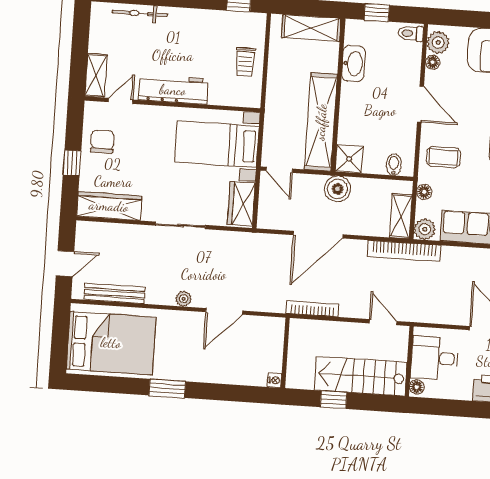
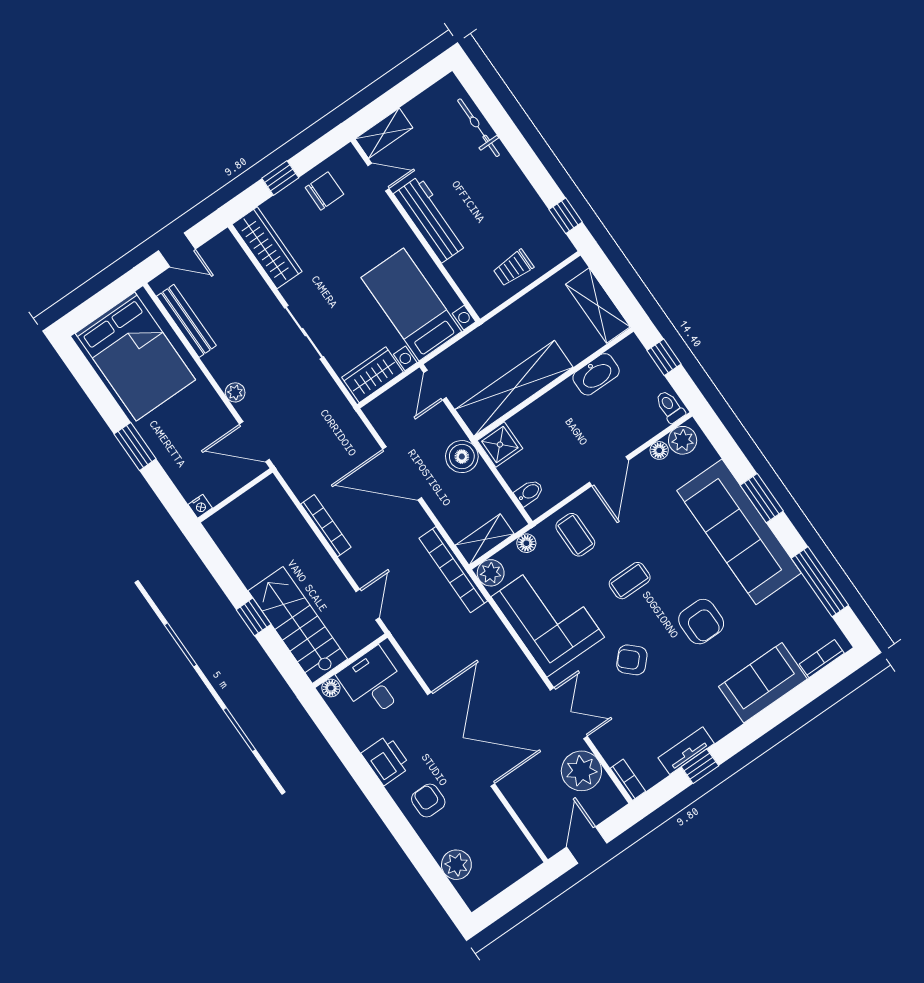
wall: (285, 353) -> (235, 495), moved
nightstand: (274, 380) -> (200, 506), moved

